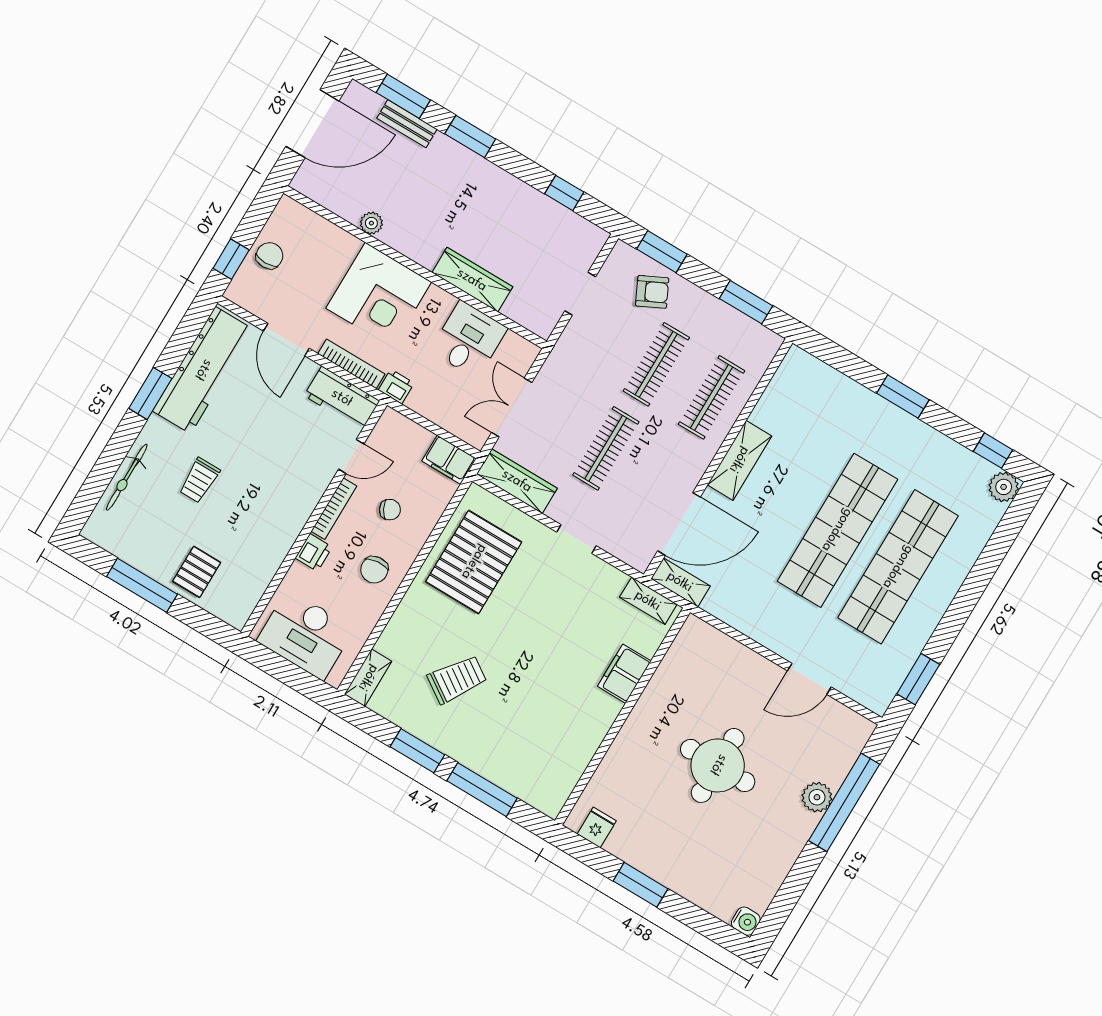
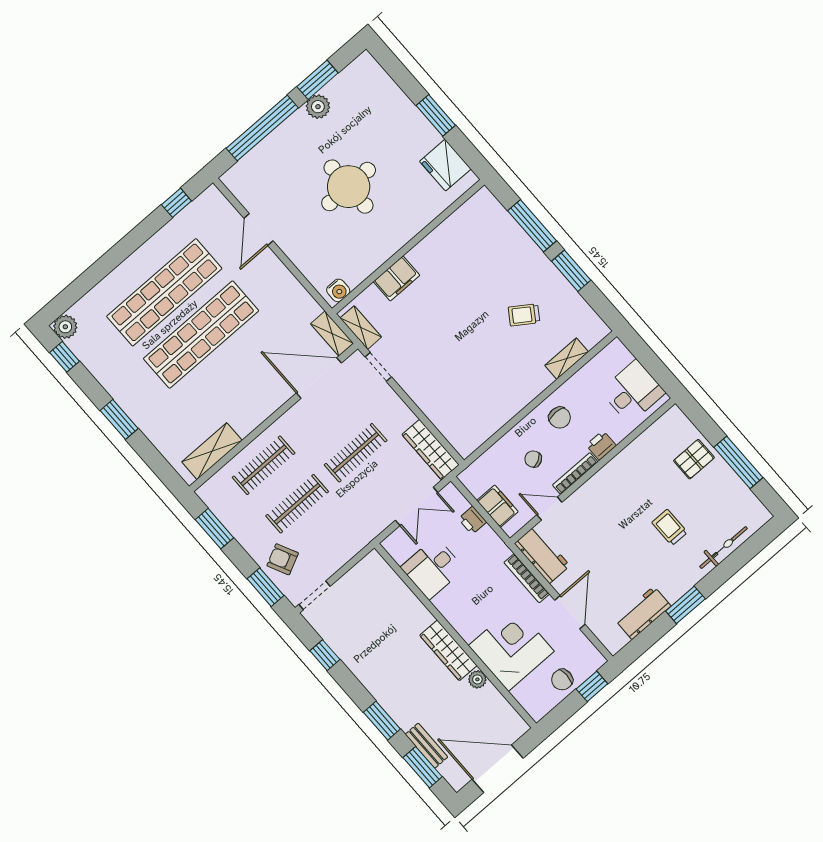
wardrobe: (472, 280) -> (448, 650), moved
doorway: (580, 294) -> (315, 595), moved
corner desk: (379, 295) -> (511, 648), moved
workbench: (203, 370) -> (643, 613), width x0.53, depth x0.76
printer: (396, 386) -> (472, 520), moved
filing cabinet: (449, 460) -> (497, 506), moved
shelving: (739, 460) -> (212, 451), moved
trolley: (199, 480) -> (670, 527), turned -90
doorway: (576, 539) -> (378, 367), moved
pallet: (474, 562) -> (483, 399), removed
chair: (374, 570) -> (560, 418), turned 96
desk: (305, 635) -> (633, 392), width x0.73
shelving: (368, 678) -> (567, 359), moved
trolley: (457, 679) -> (524, 315), width x0.73, depth x0.72
door: (809, 679) -> (258, 230), swing flipped
window: (918, 679) -> (176, 203), width x0.67
plant: (817, 797) -> (318, 107), moved
fridge: (597, 827) -> (445, 165), width x1.88, depth x1.34
window: (796, 882) -> (318, 80), added
water cooler: (746, 921) -> (338, 290), moved, turned 180

